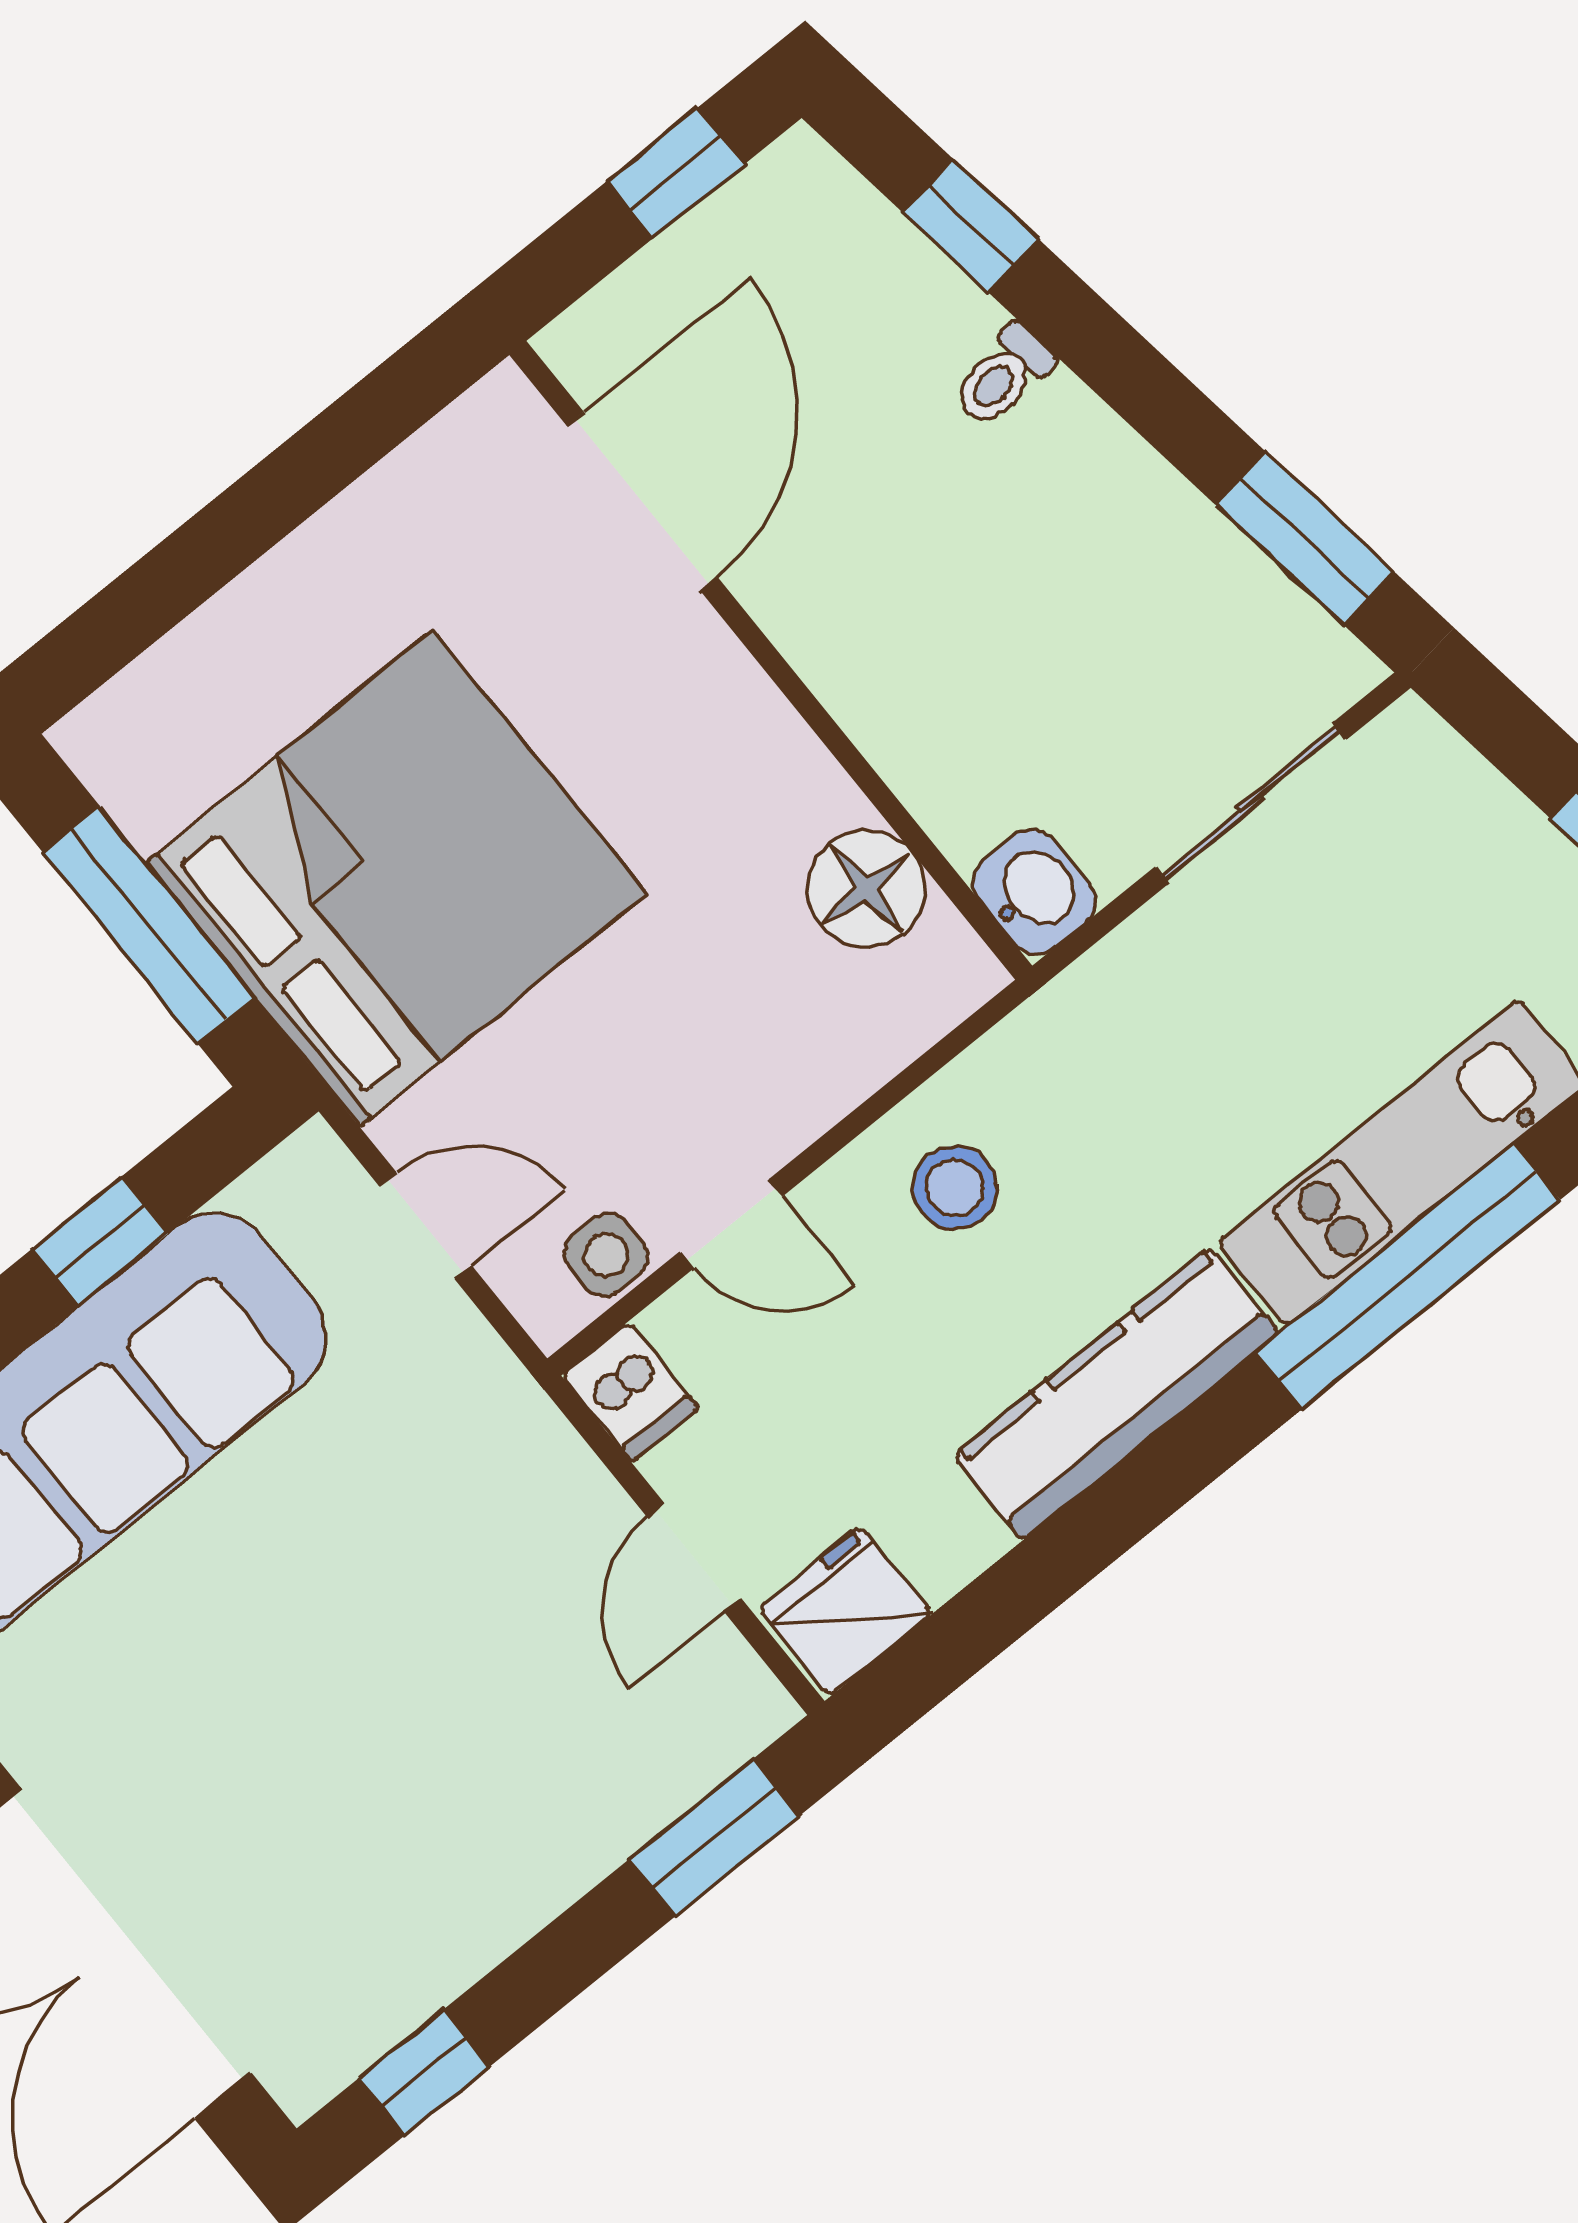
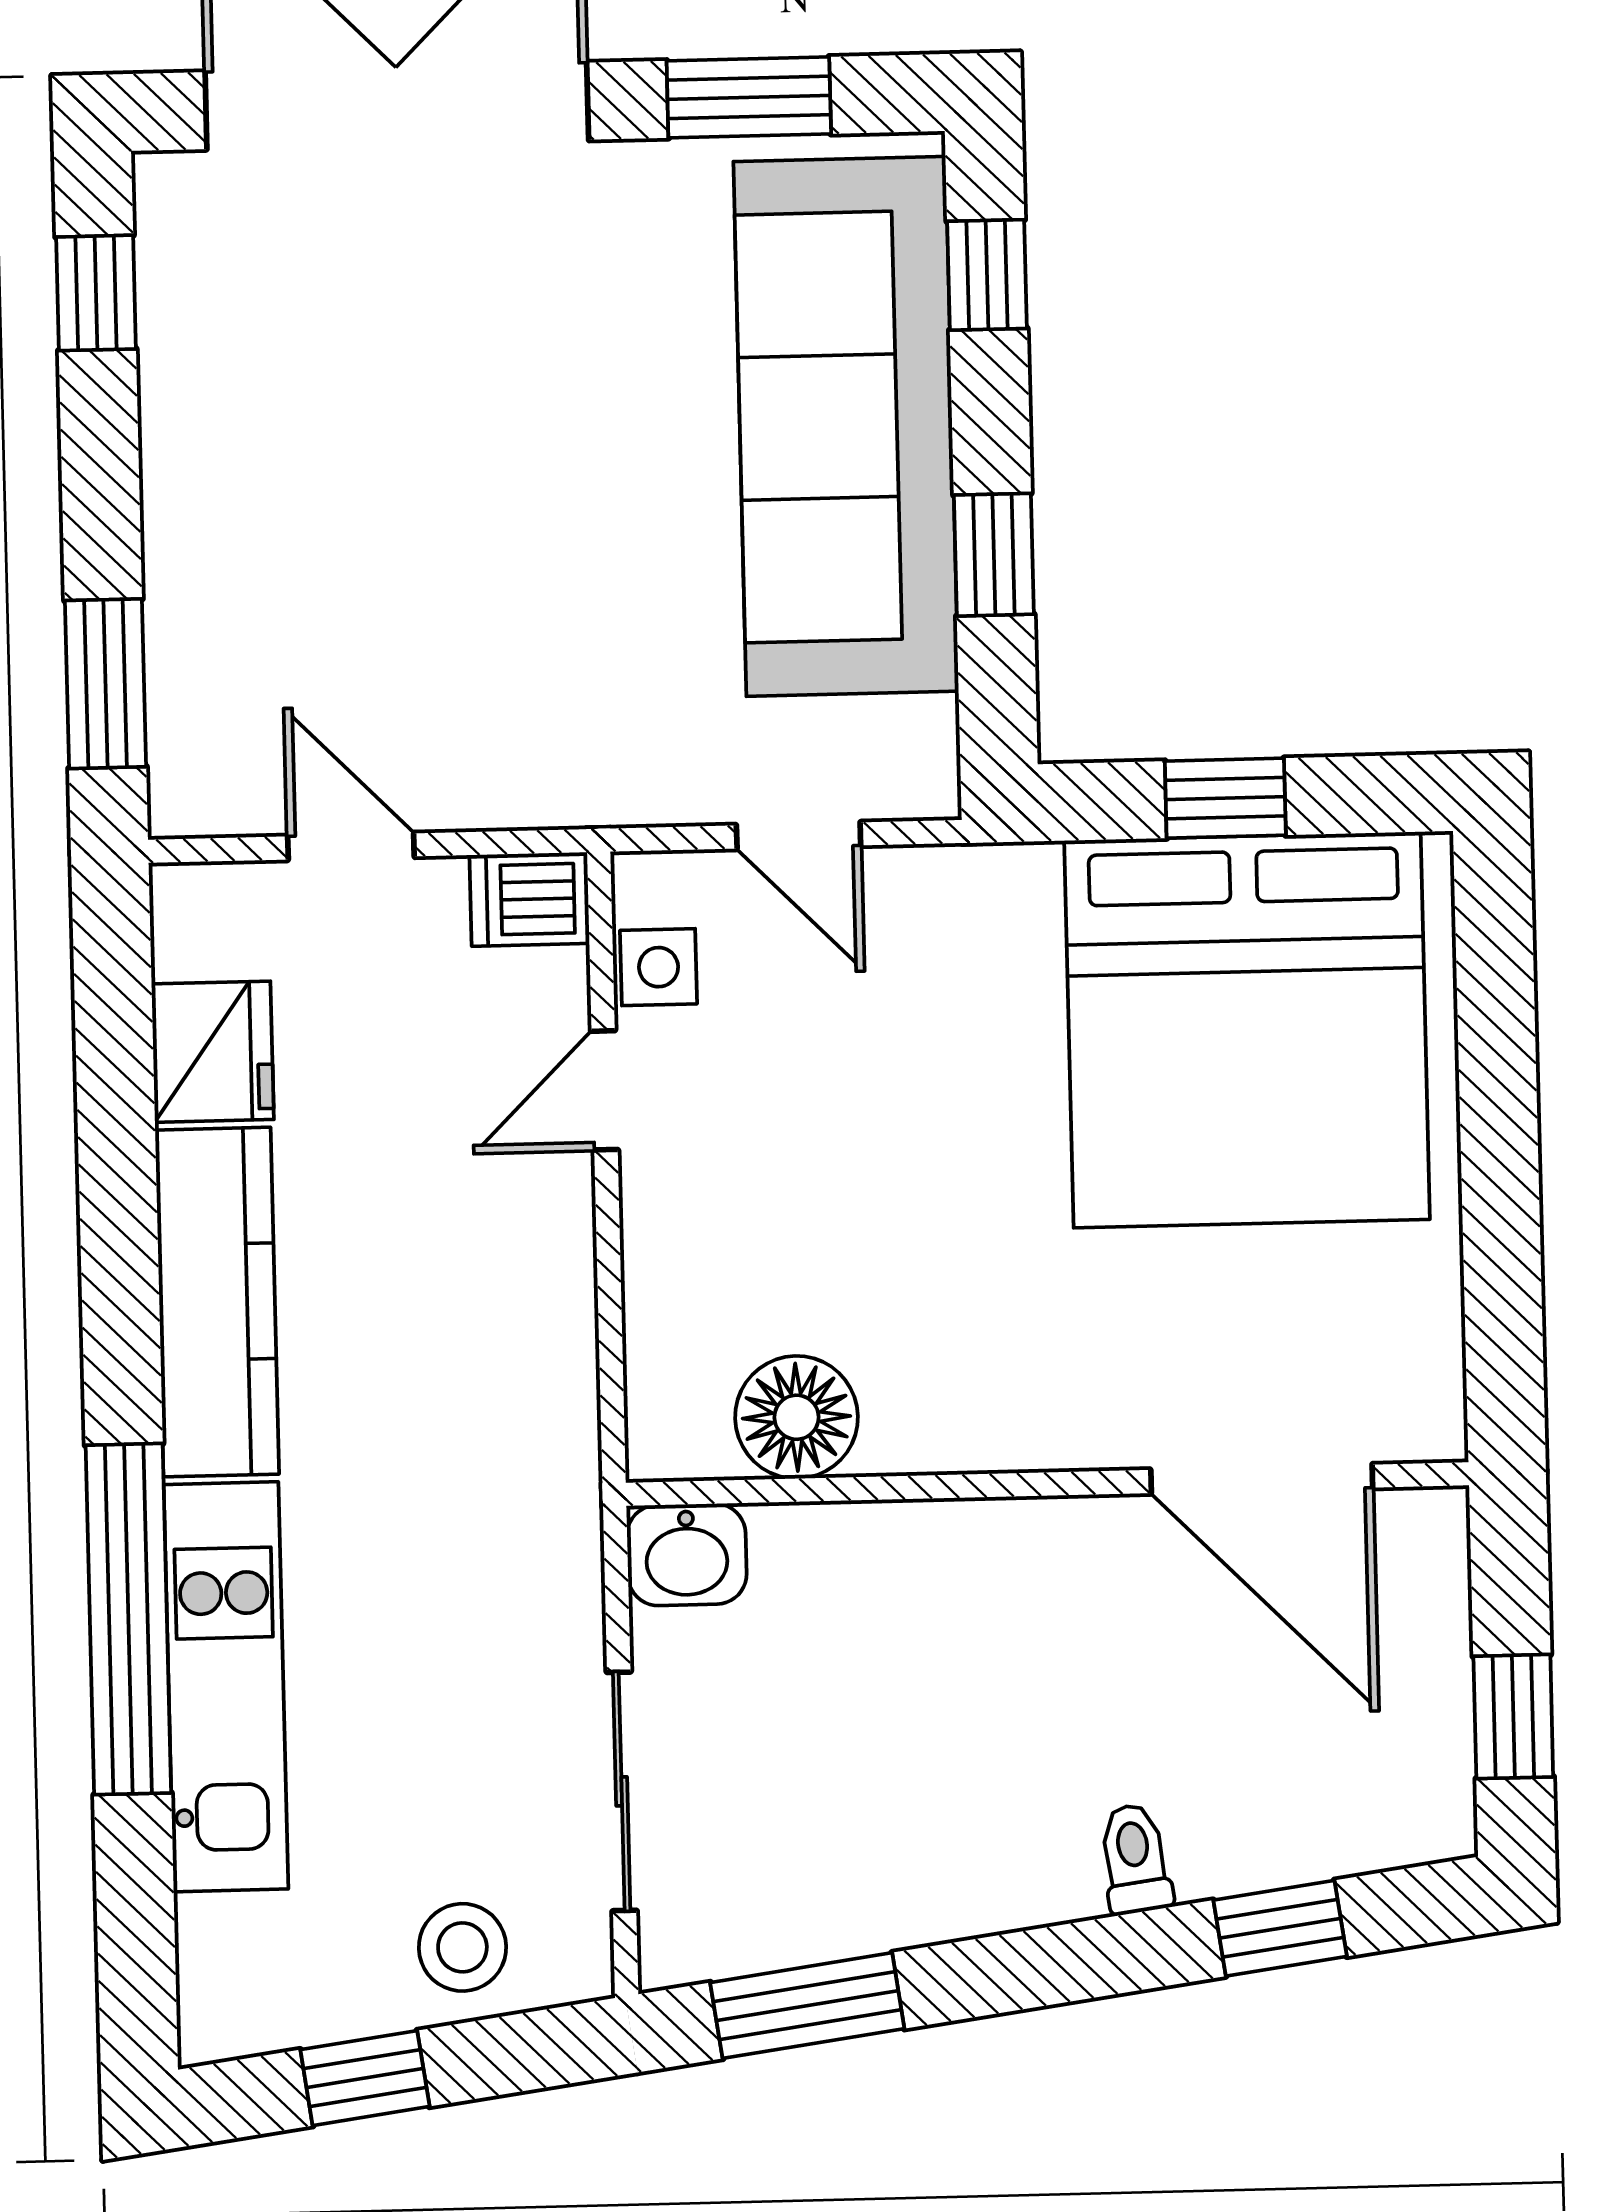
bed: (396, 878) -> (1247, 1030), moved
window: (149, 925) -> (1225, 798), width x0.46
stool: (955, 1188) -> (462, 1947), moved
door: (425, 1226) -> (799, 835), hinge flipped
fridge: (845, 1611) -> (213, 1052), moved

